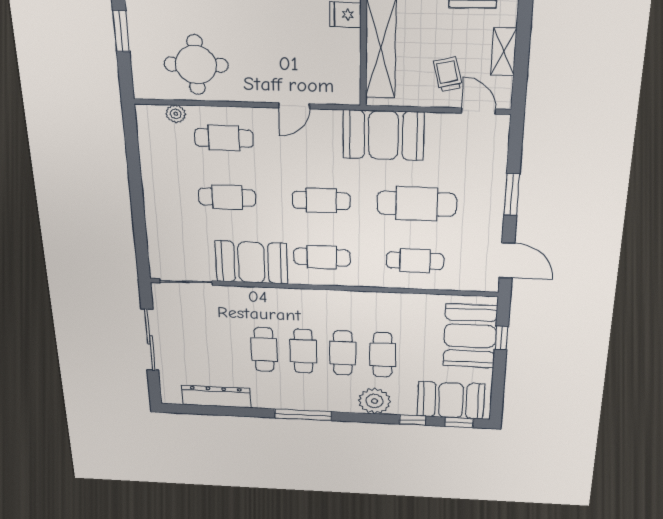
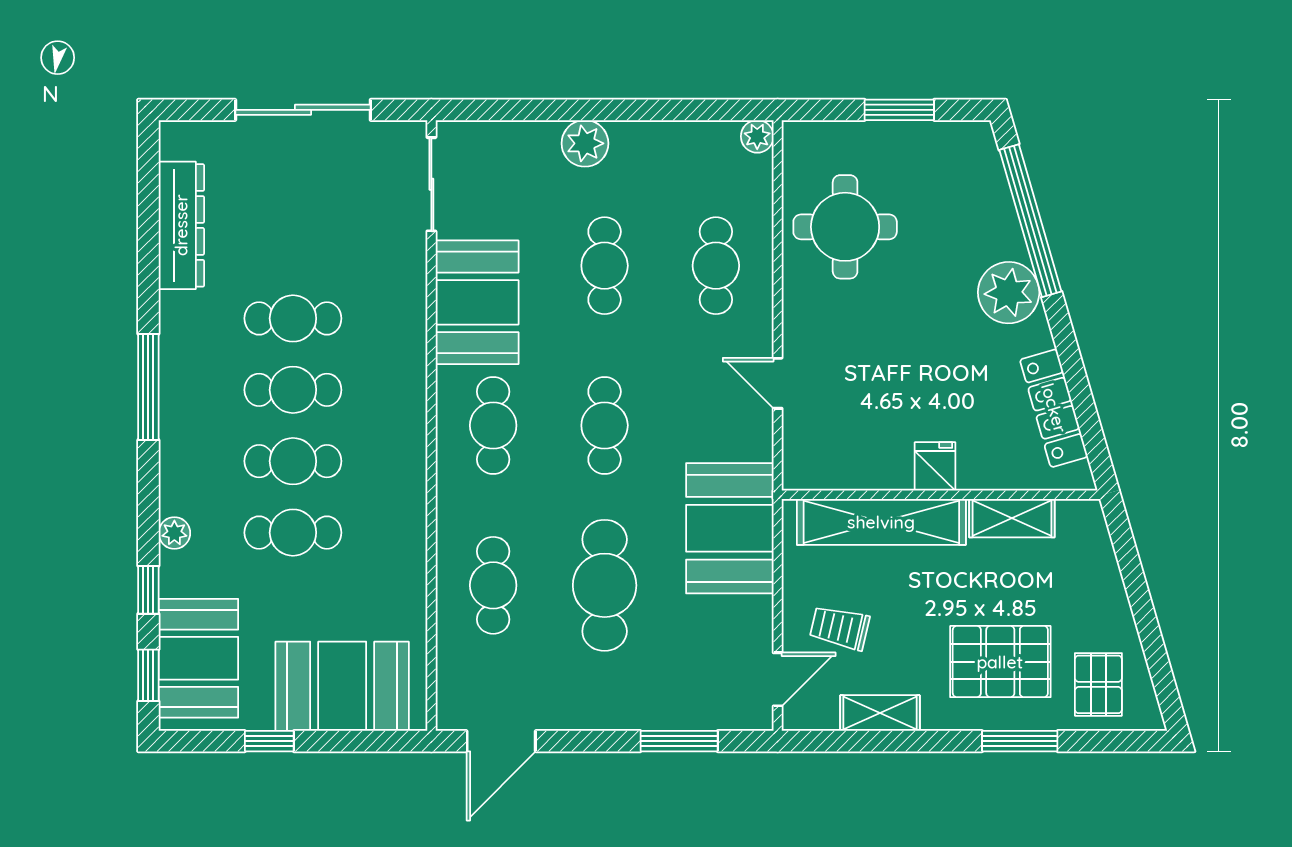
trolley: (448, 74) -> (840, 628), turned -153
plant: (176, 114) -> (757, 136), moved
window: (512, 194) -> (679, 741), moved
plant: (157, 205) -> (585, 143), added
window: (501, 338) -> (269, 741), moved
plant: (374, 401) -> (174, 533), width x0.53, depth x0.53

